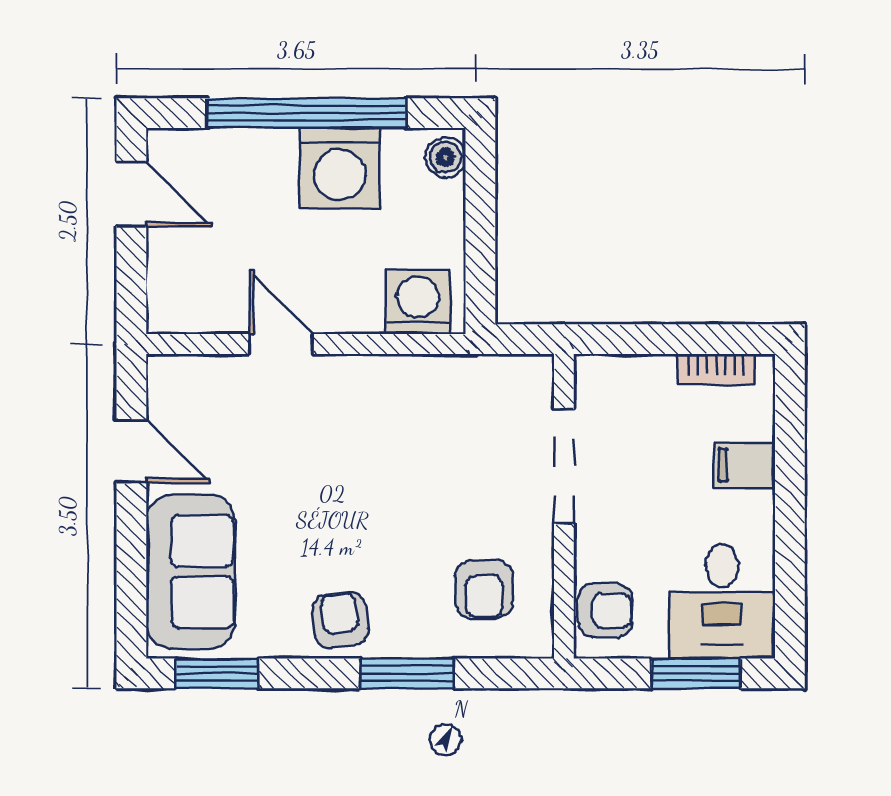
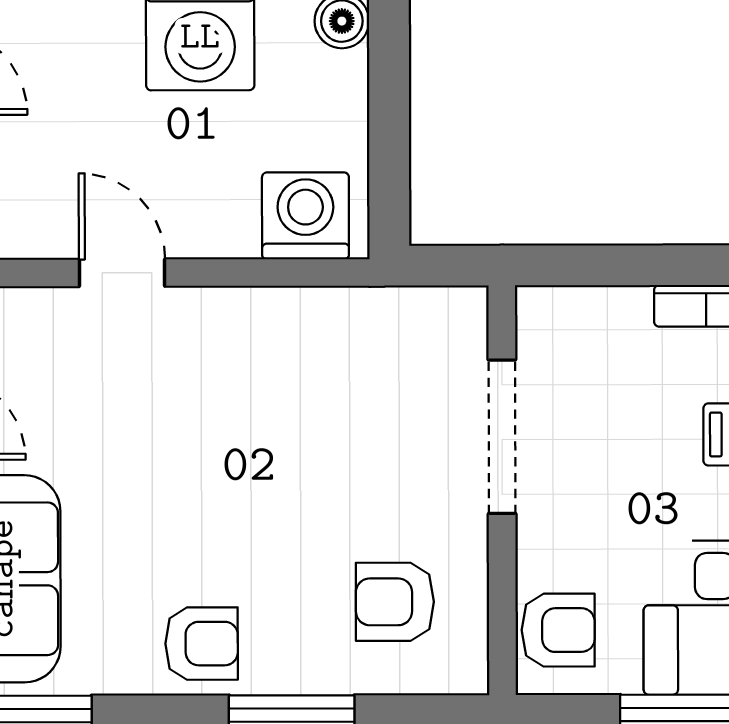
armchair: (484, 589) -> (395, 602), turned 90
armchair: (340, 620) -> (202, 644), turned 97

